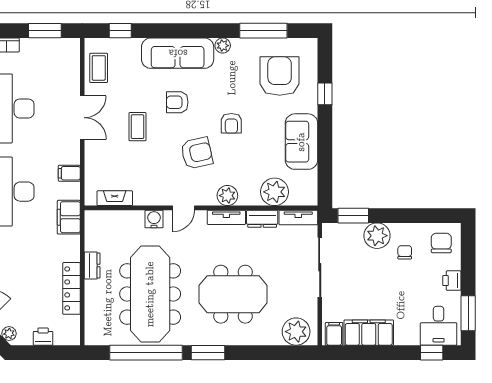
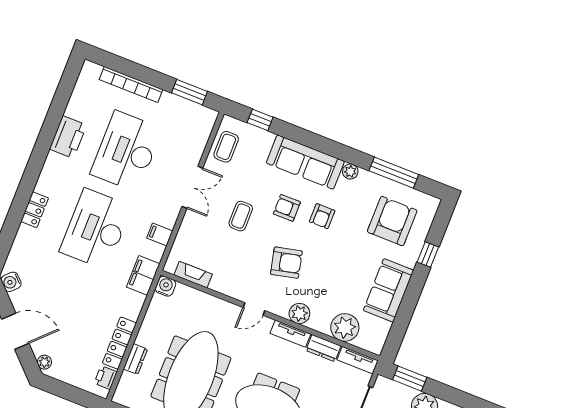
armchair: (231, 123) -> (322, 216), moved
water cooler: (154, 219) -> (165, 286), moved
dresser: (92, 265) -> (135, 359), moved
printer: (43, 337) -> (106, 378), moved, turned -90

